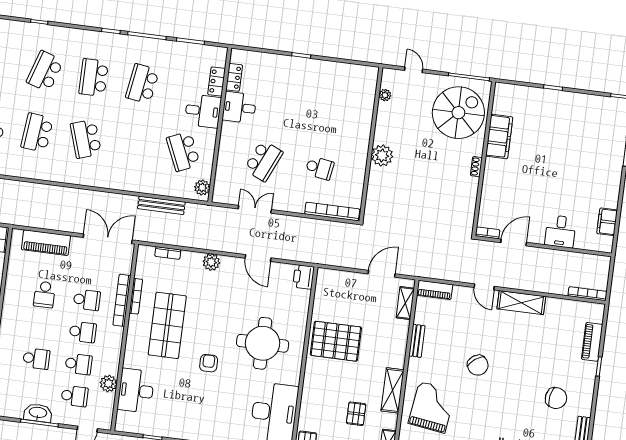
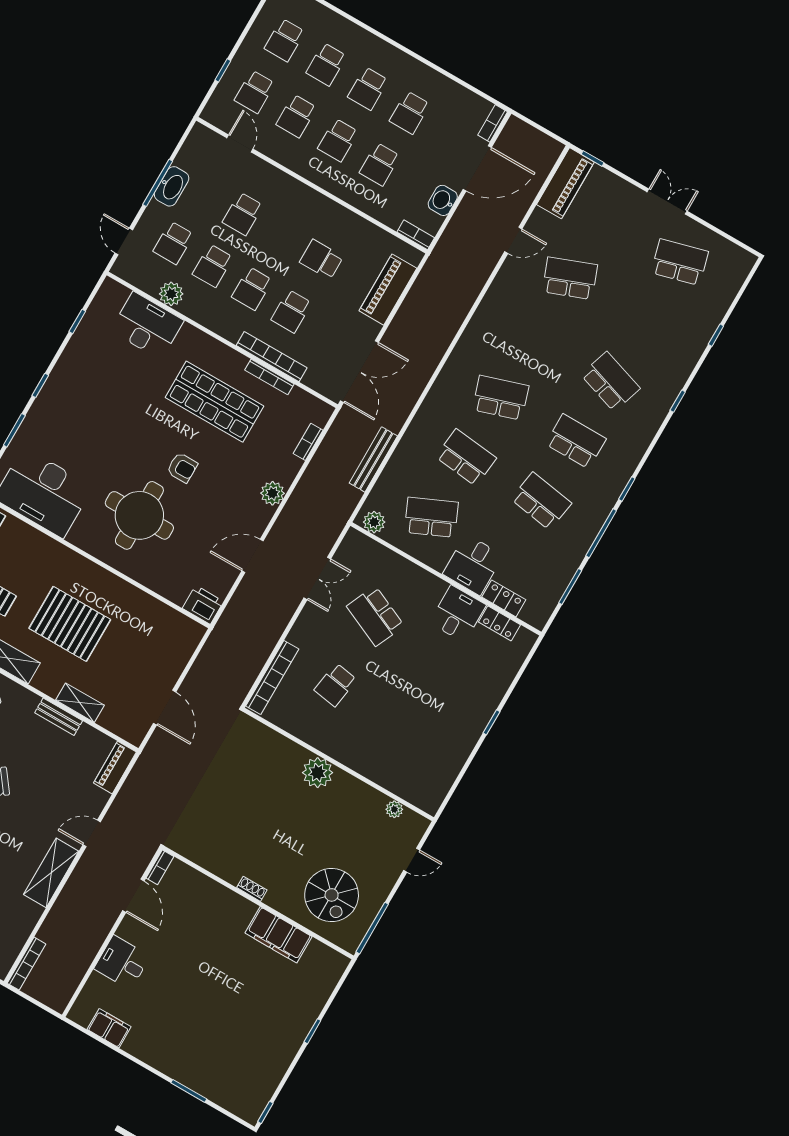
spiral stairs: (458, 113) -> (332, 895), width x0.73, depth x0.73
school desk: (37, 133) -> (466, 457), moved
shelving: (405, 303) -> (80, 703), moved
pallet: (336, 341) -> (70, 624), moved, turned 90
armchair: (209, 363) -> (182, 468), moved

